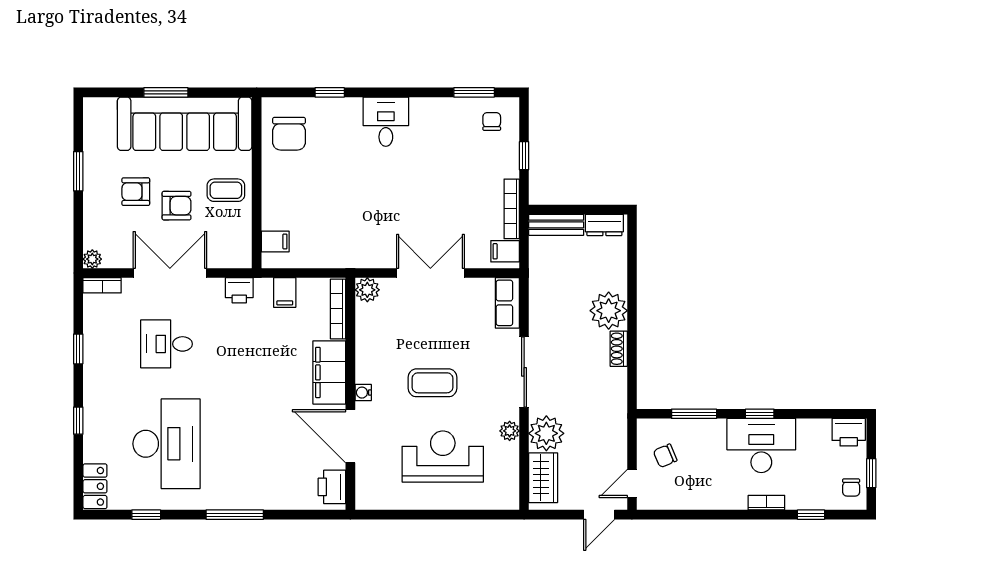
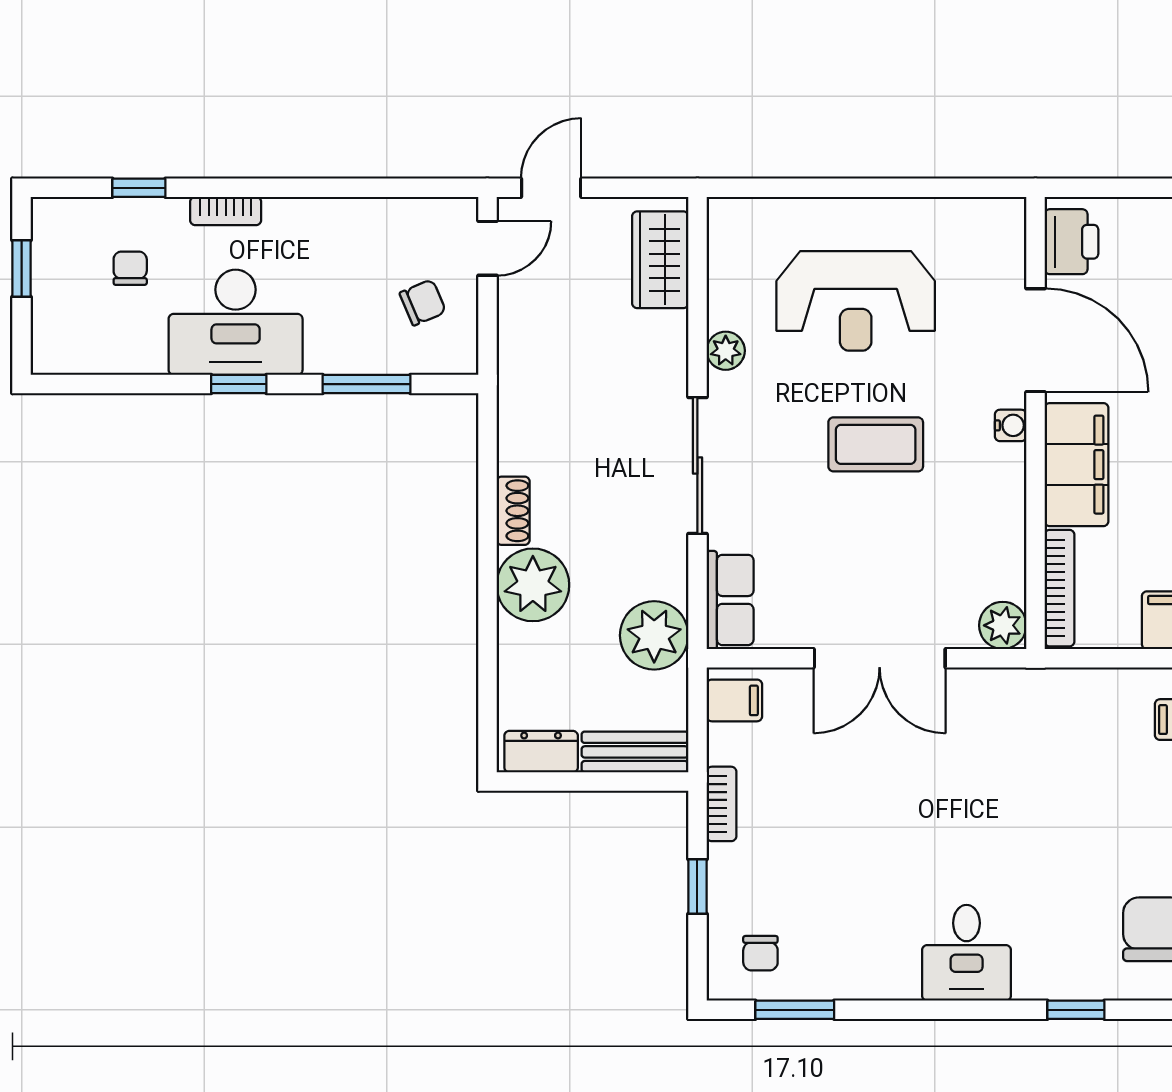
bookcase: (512, 209) -> (721, 804), width x0.64
printer: (849, 432) -> (65, 348), removed
plant: (546, 433) -> (654, 635), moved
chair: (851, 487) -> (130, 268), moved

